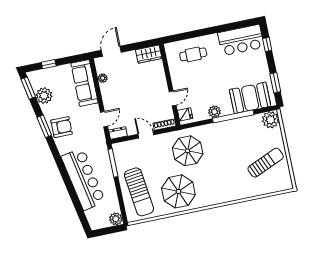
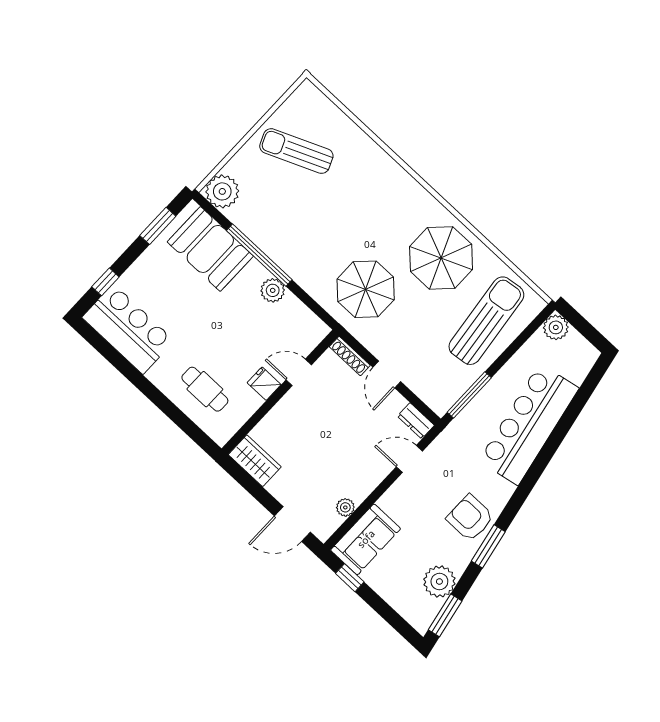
window: (49, 64) -> (350, 578), moved
sofa: (85, 83) -> (366, 539), width x0.73
fridge: (185, 114) -> (264, 384), moved

